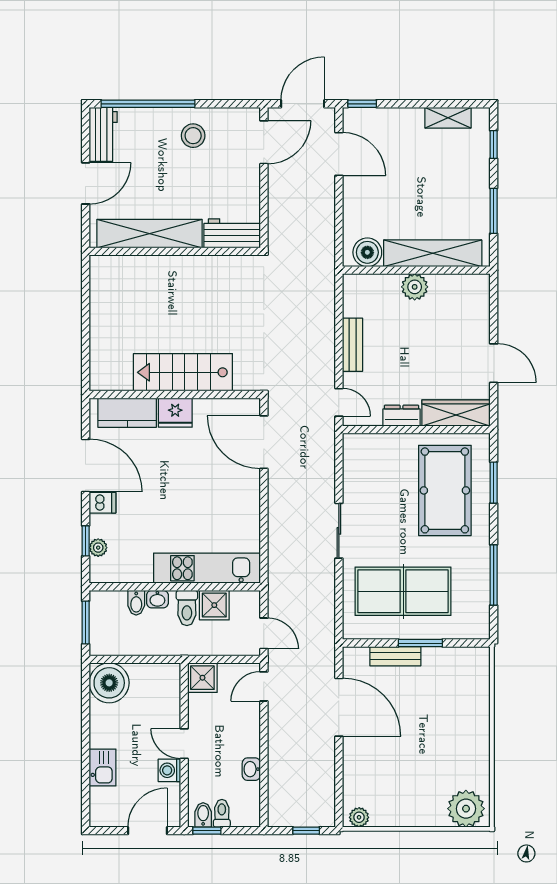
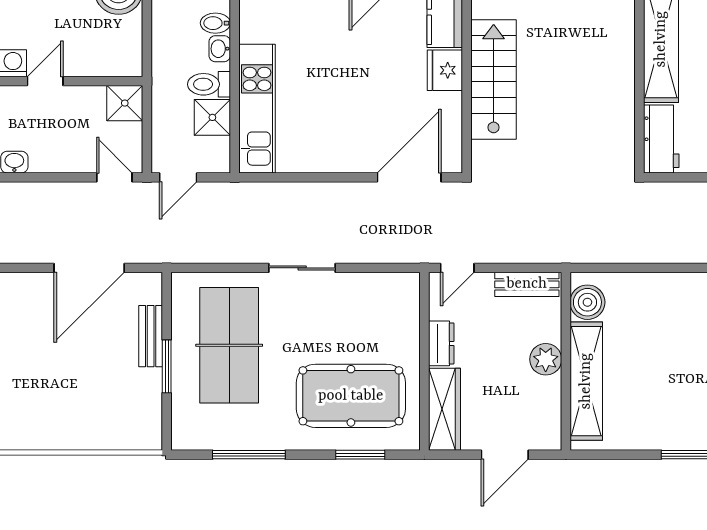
boiler: (367, 252) -> (587, 302), moved
shelving: (433, 253) -> (586, 381), moved
wall: (416, 270) -> (566, 361), moved
plant: (415, 287) -> (546, 359), moved

